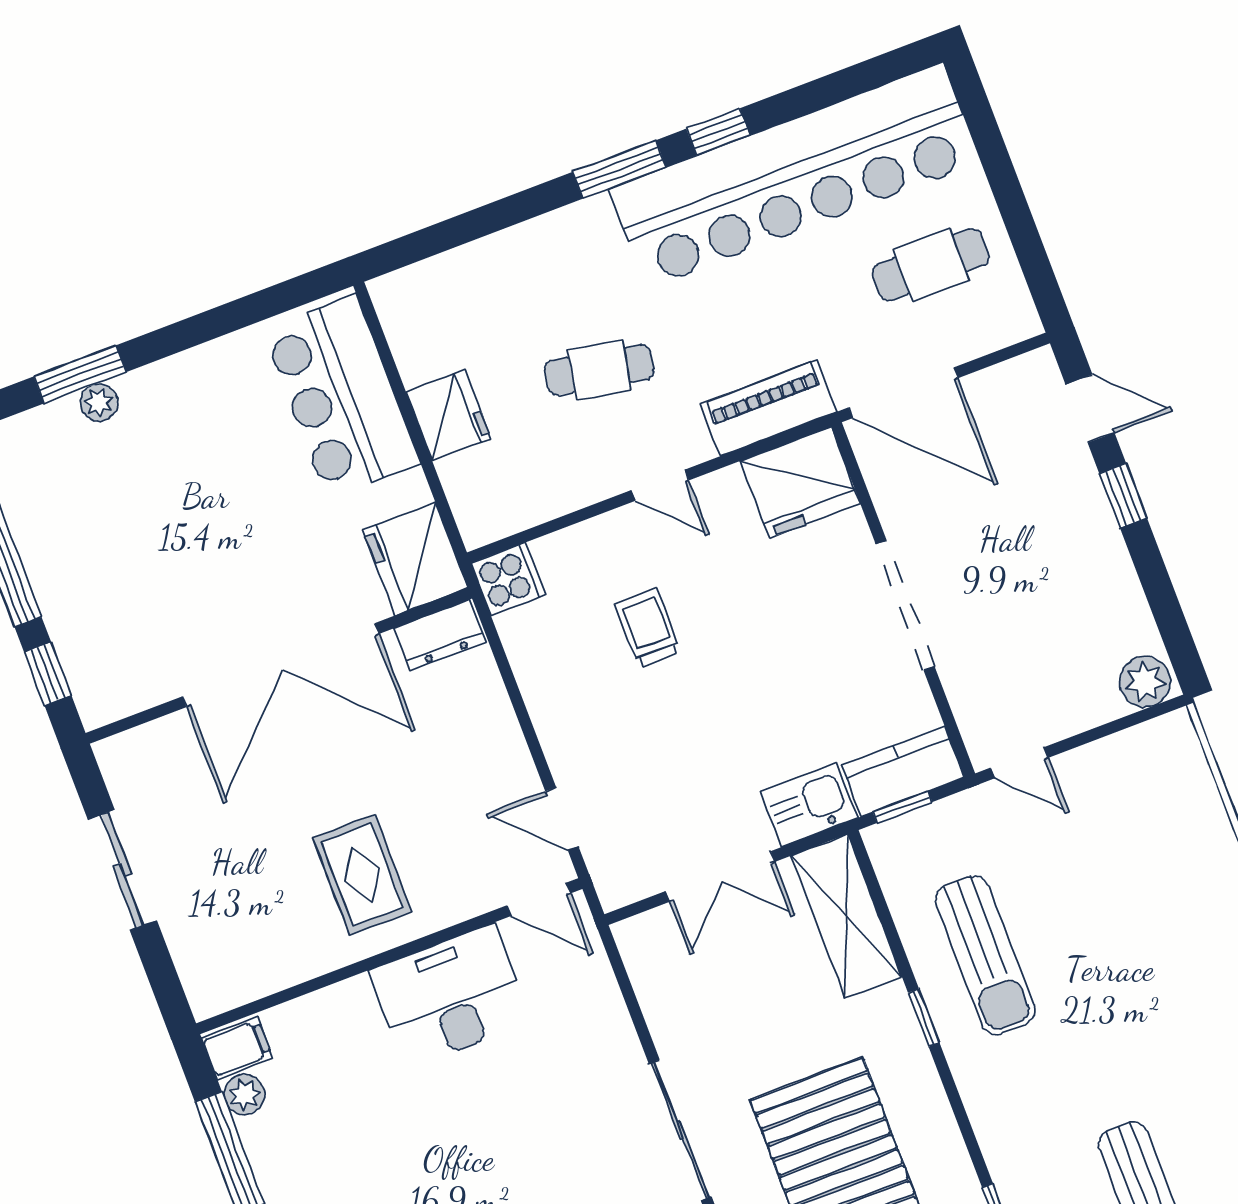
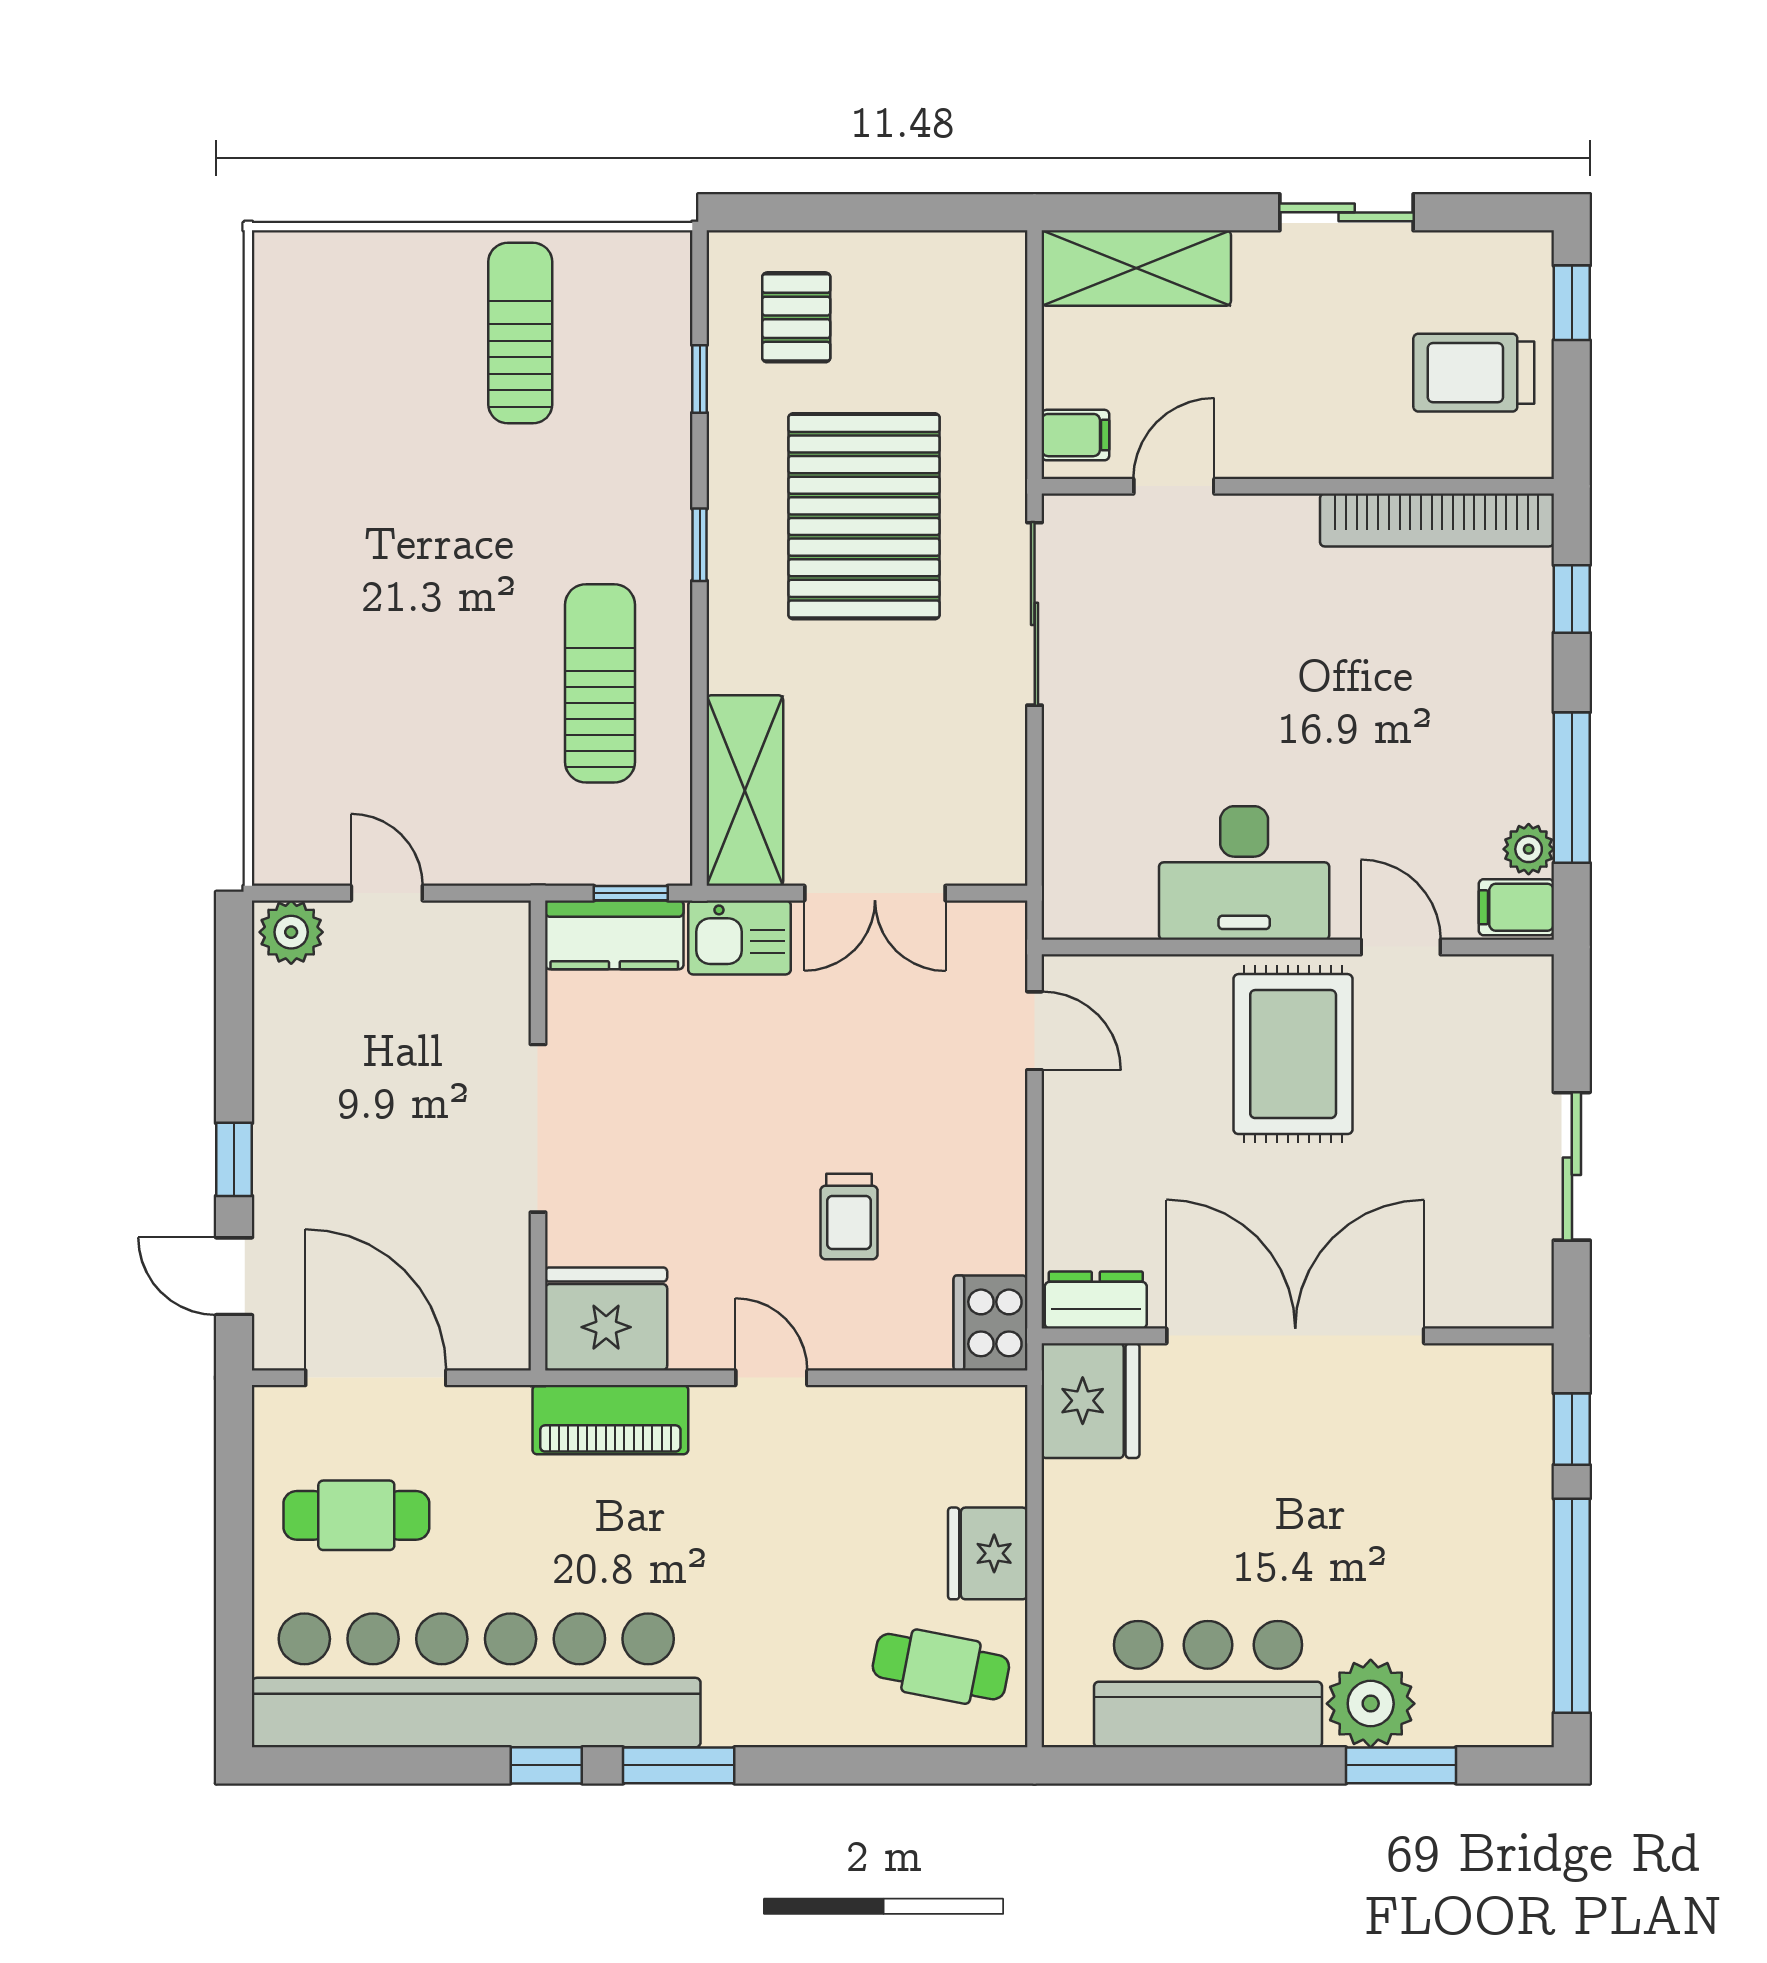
cafe table: (599, 370) -> (941, 1667), moved
door: (903, 393) -> (376, 1378), moved
bar counter: (341, 397) -> (1208, 1684), moved, turned -90
plant: (99, 402) -> (1371, 1704), width x1.87, depth x1.87
cooker: (508, 579) -> (991, 1323), width x1.36
door: (1019, 763) -> (387, 893), moved
rug: (362, 875) -> (1293, 1054), width x1.36, depth x1.43
double door: (720, 876) -> (875, 893), swing flipped
door: (539, 899) -> (1401, 947), moved
window: (924, 1018) -> (700, 545), moved

